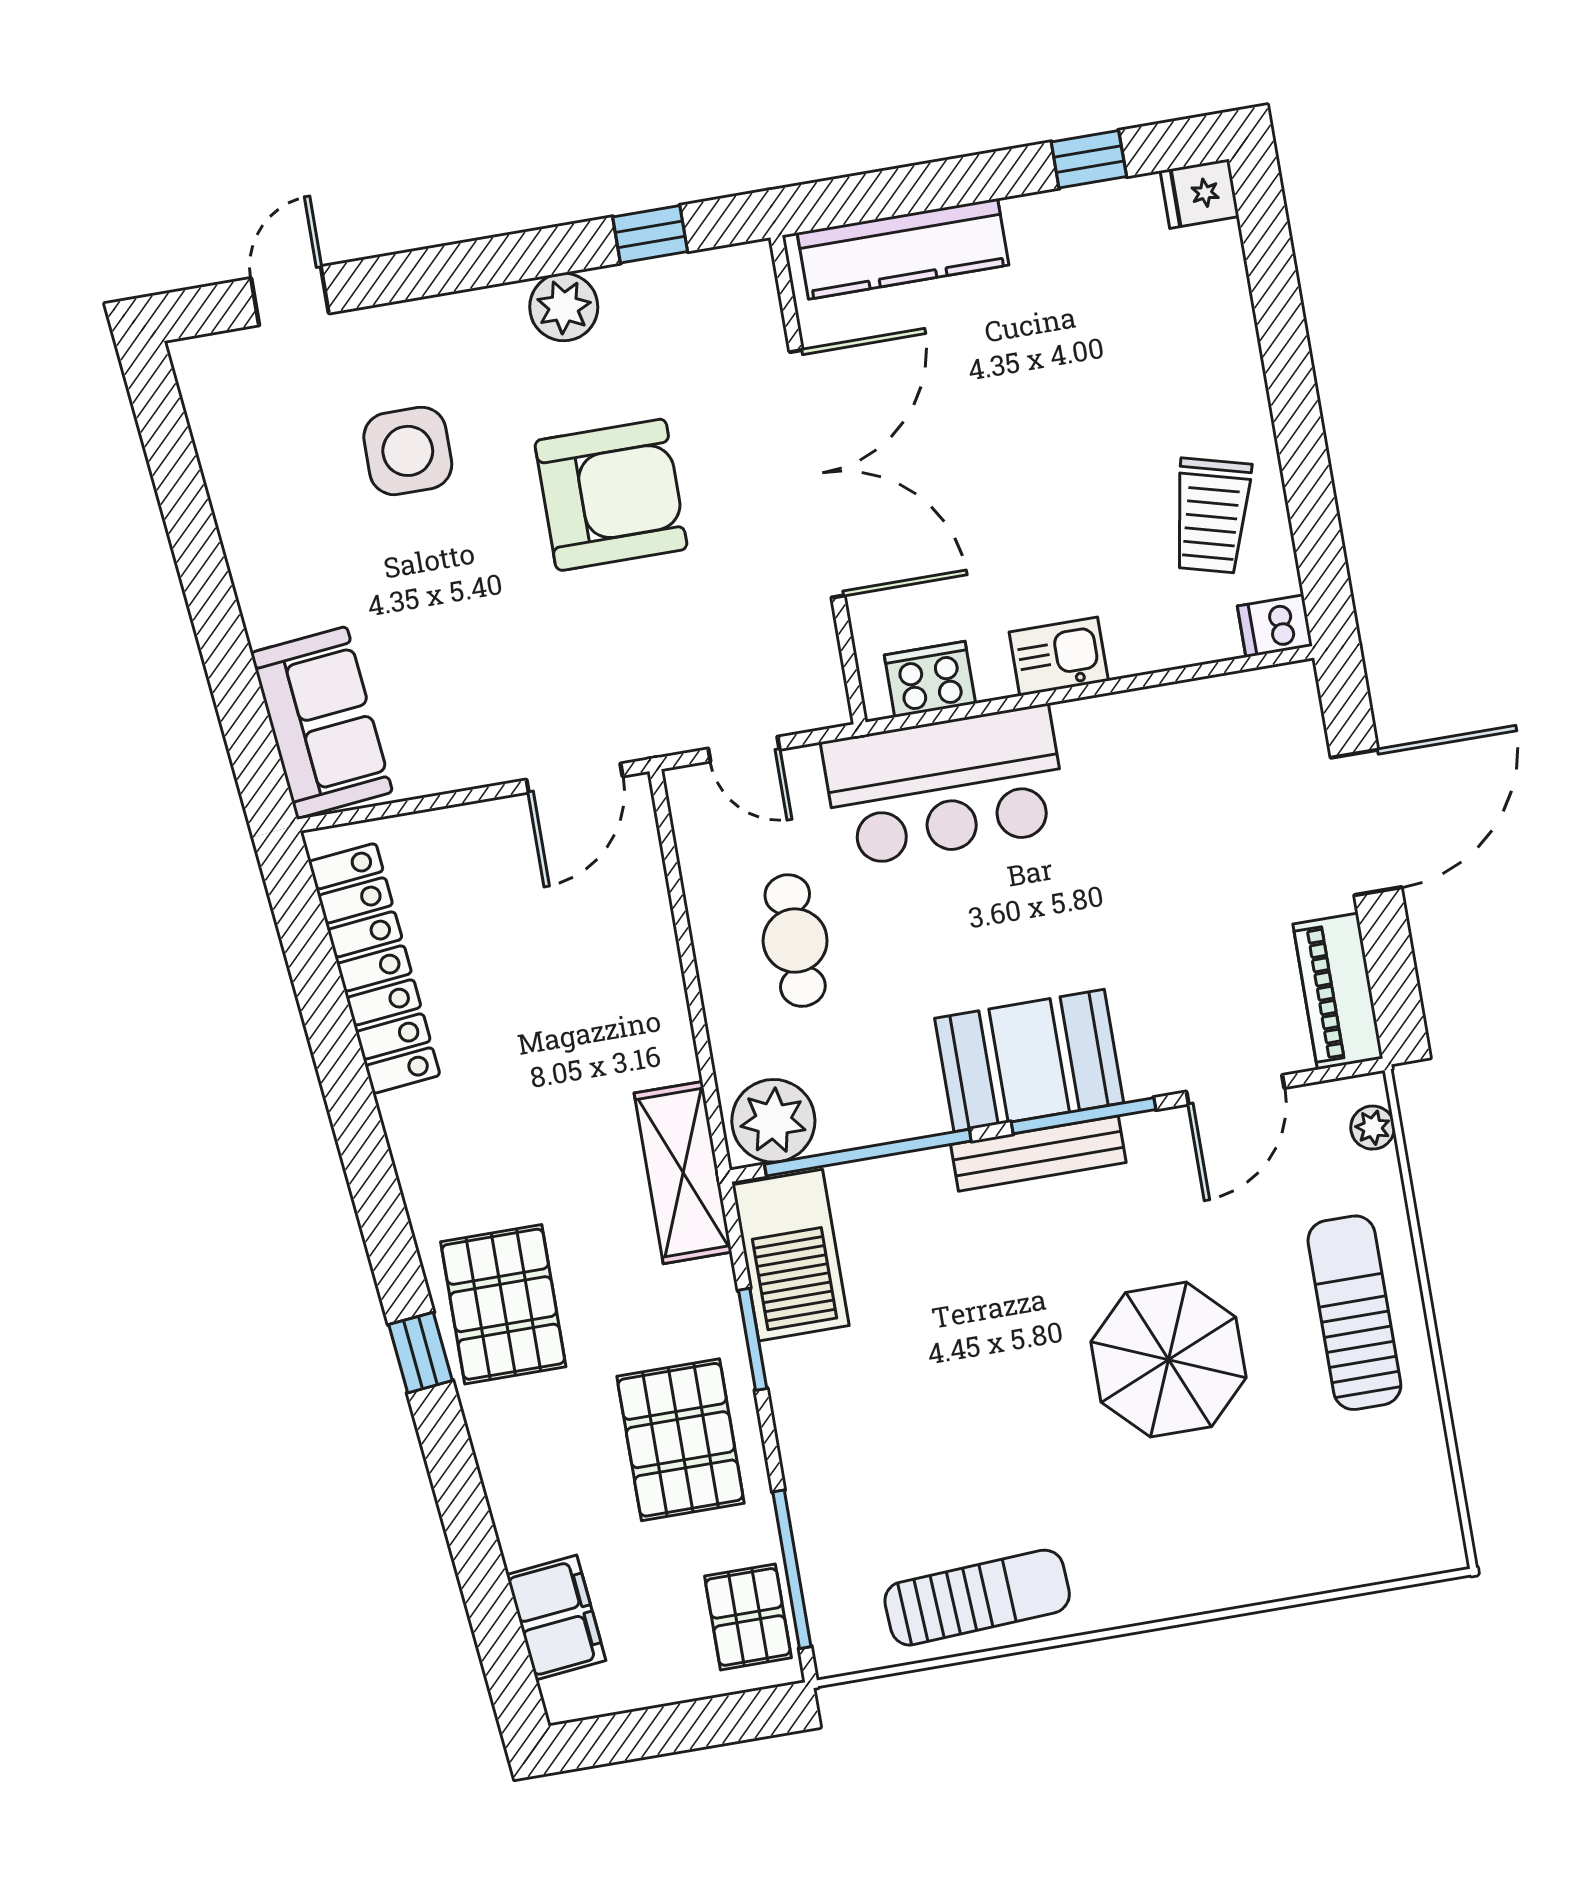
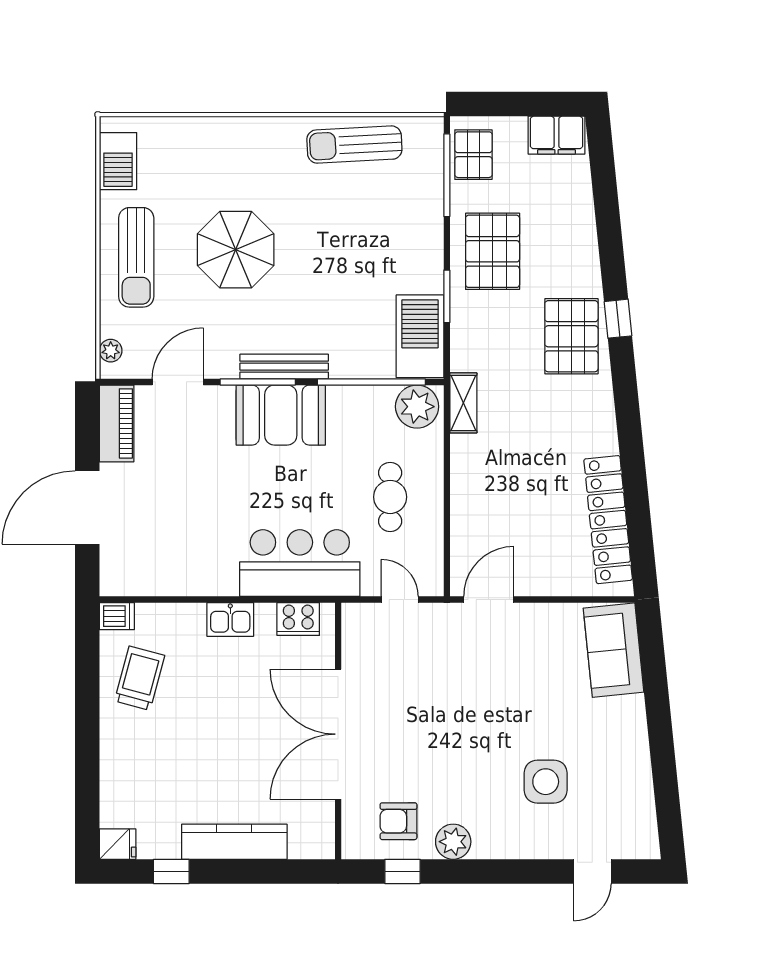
kitchen counter: (903, 249) -> (234, 842), moved
armchair: (611, 495) -> (398, 821), moved, width x0.53, depth x0.53
shelving: (683, 1173) -> (463, 403), width x0.67, depth x0.75
barbecue: (1420, 1489) -> (118, 161), added
filing cabinet: (556, 1618) -> (556, 135), moved, turned -84

